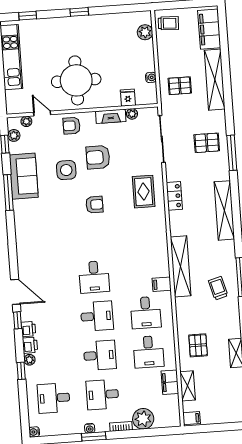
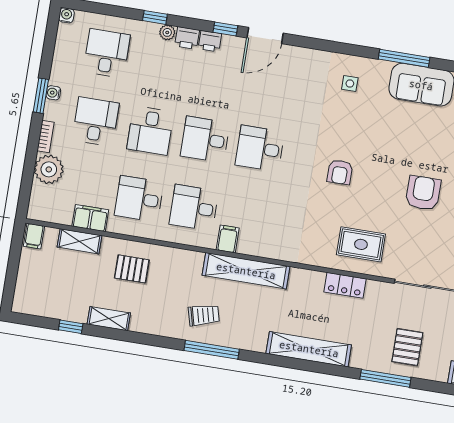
side table: (66, 170) -> (350, 84), moved, width x0.54, depth x0.54
armchair: (94, 205) -> (340, 172), moved
desk: (97, 316) -> (205, 139), turned 90

